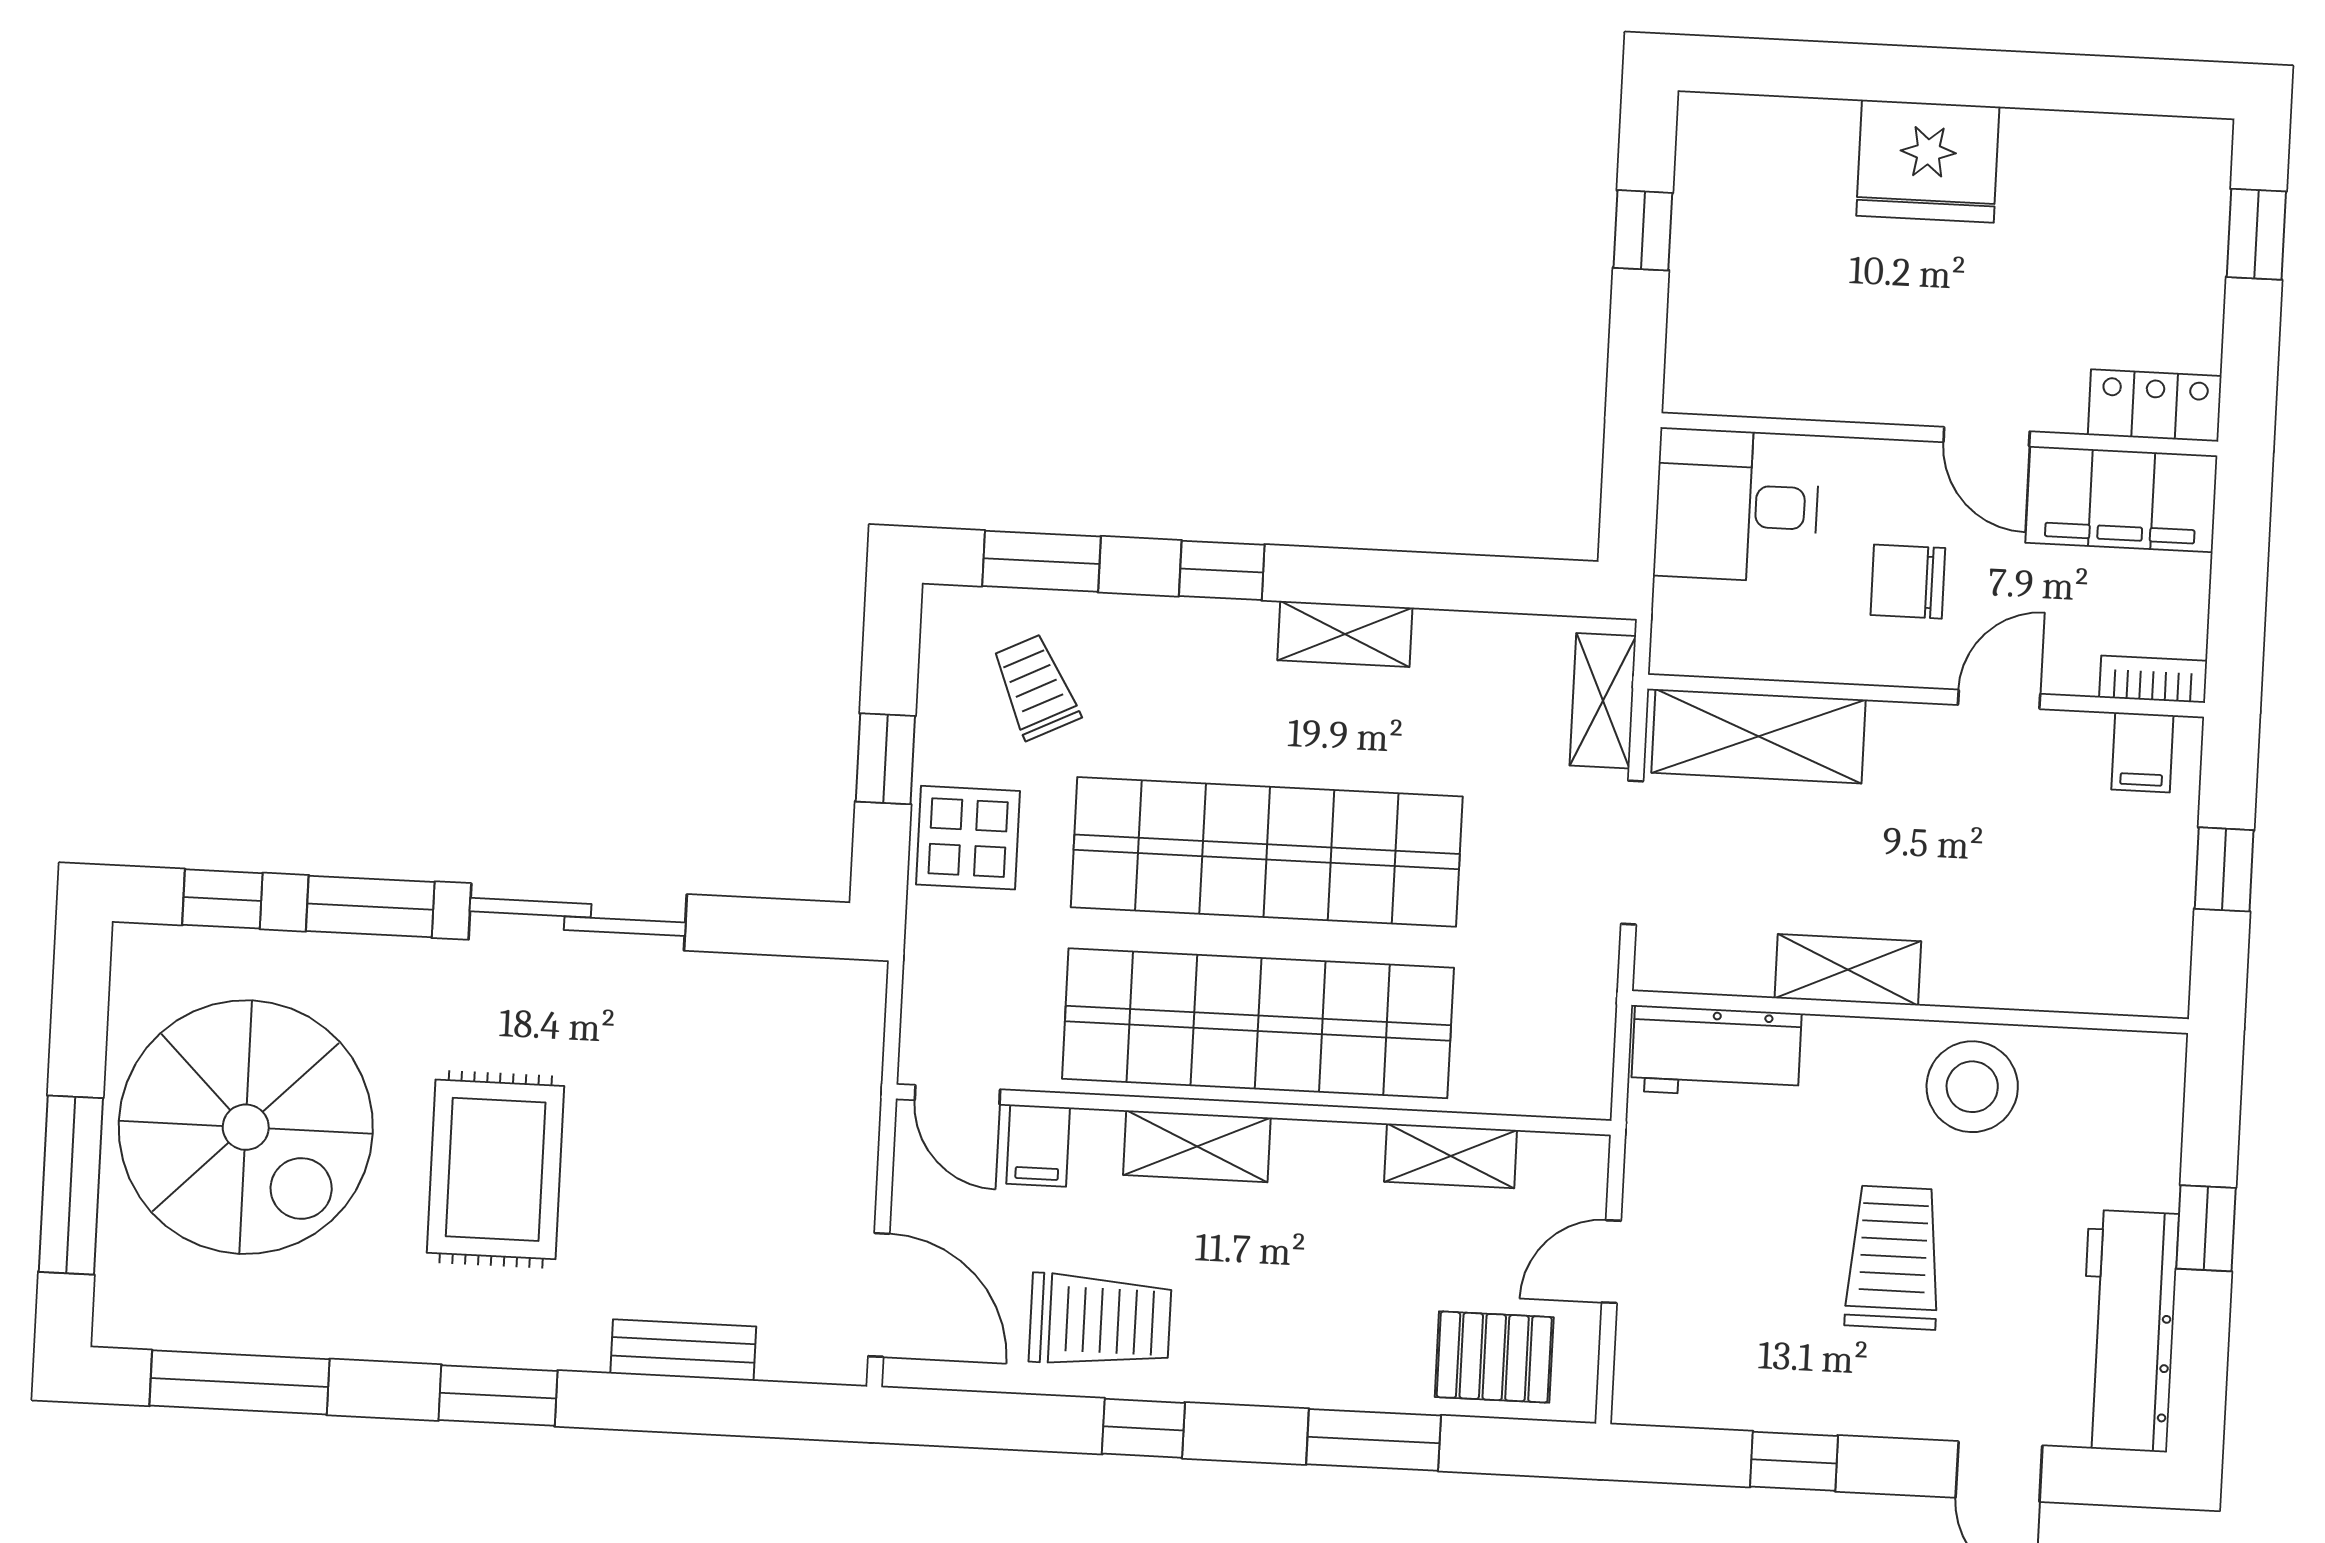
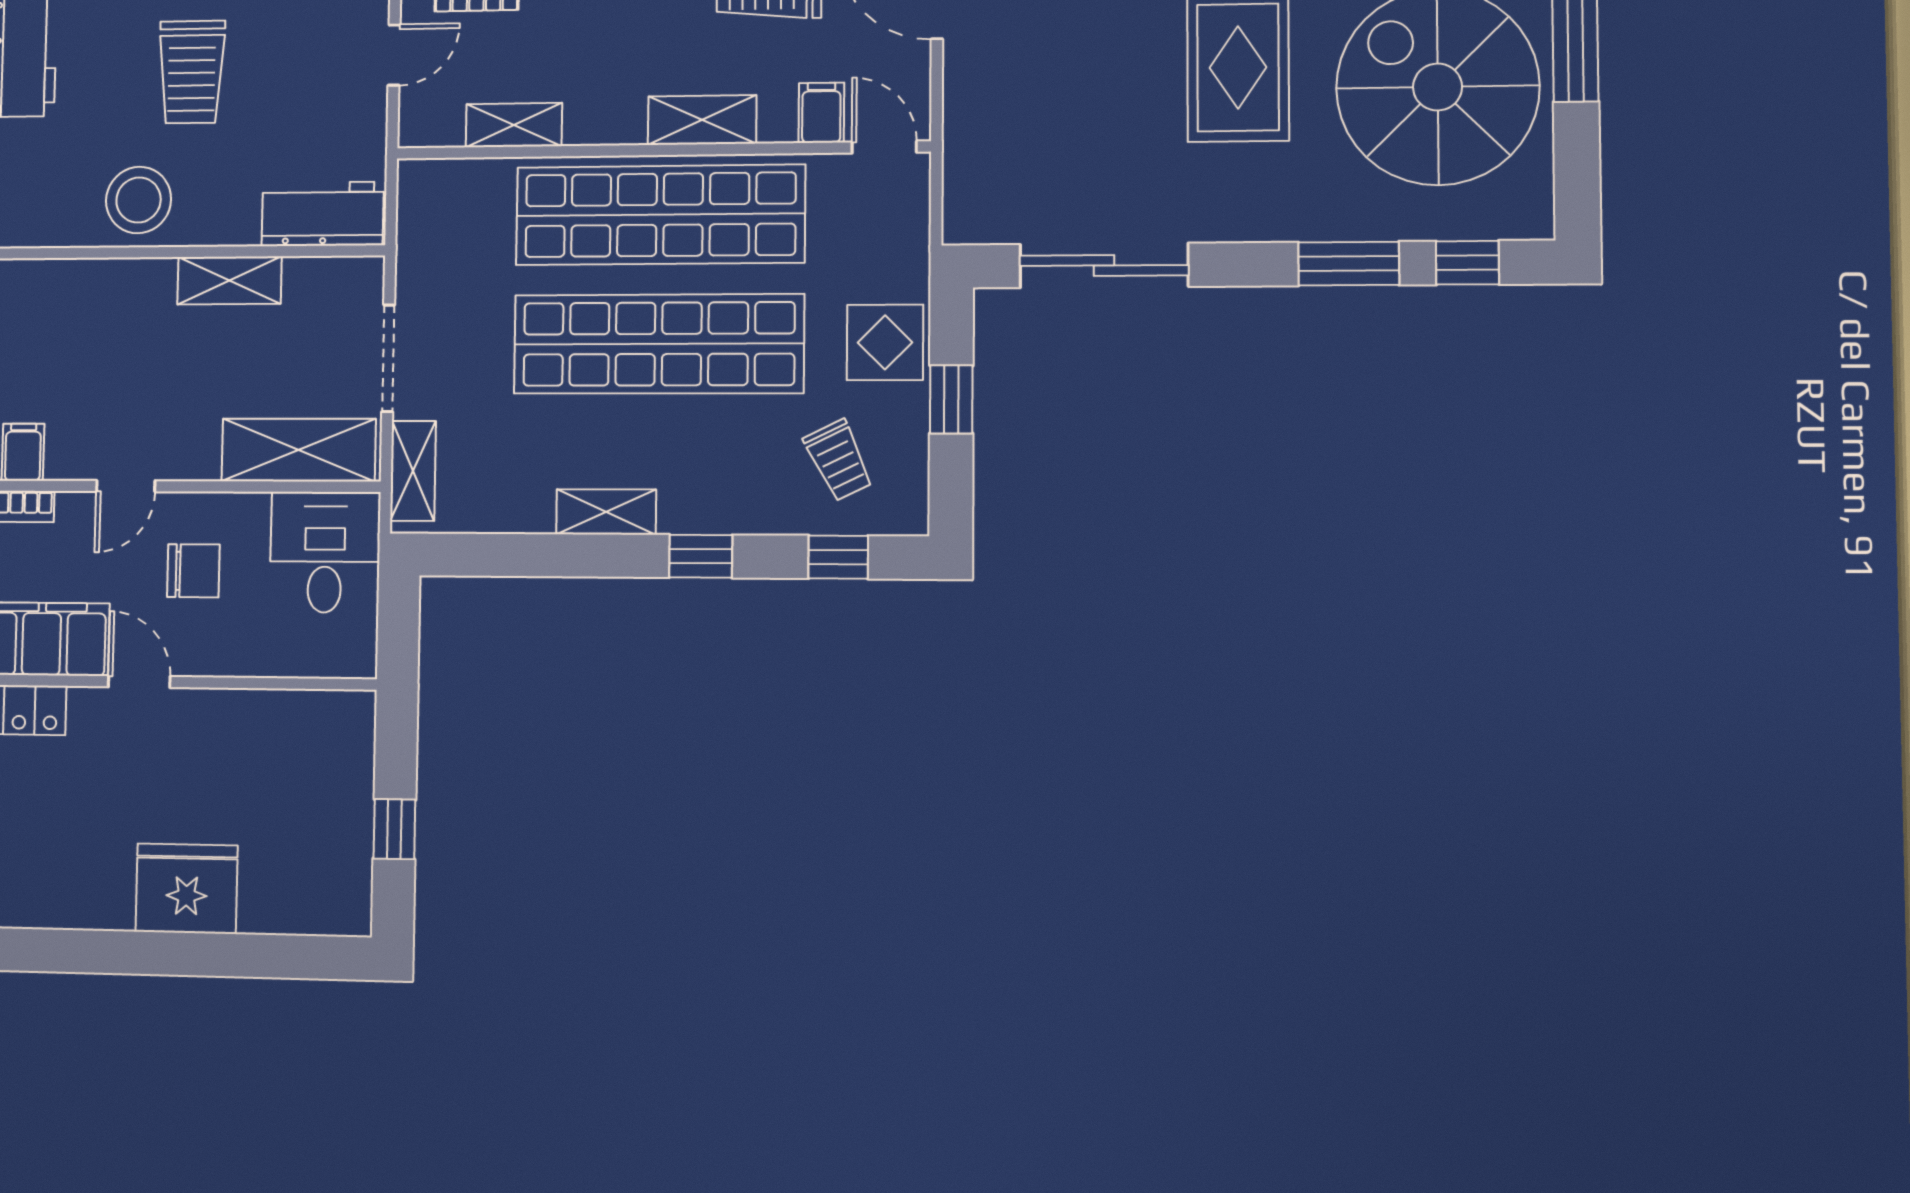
desk: (1737, 505) -> (325, 552), moved, turned -90
window: (1041, 561) -> (838, 557), width x0.67
sliding door: (578, 917) -> (1104, 265), moved

